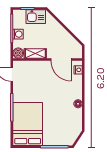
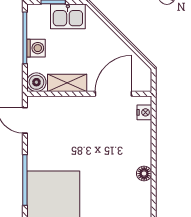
door: (61, 59) -> (113, 94), swing flipped

